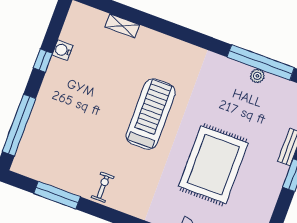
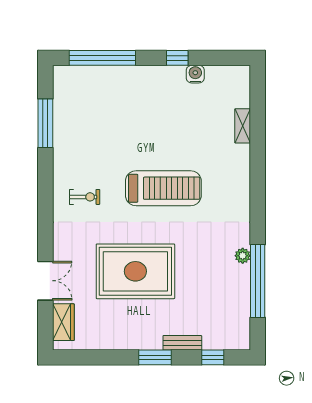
plant: (257, 76) -> (243, 256), moved
exercise bike: (103, 187) -> (85, 197), moved

